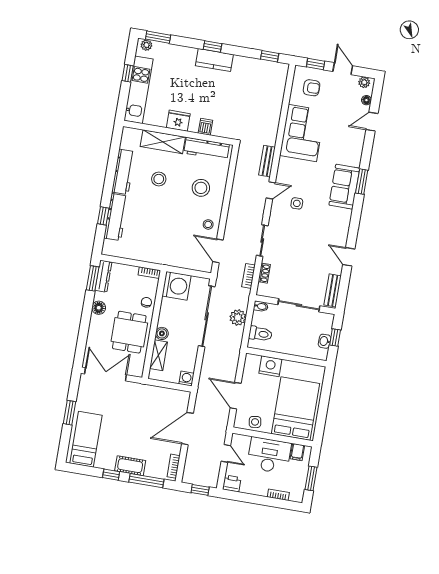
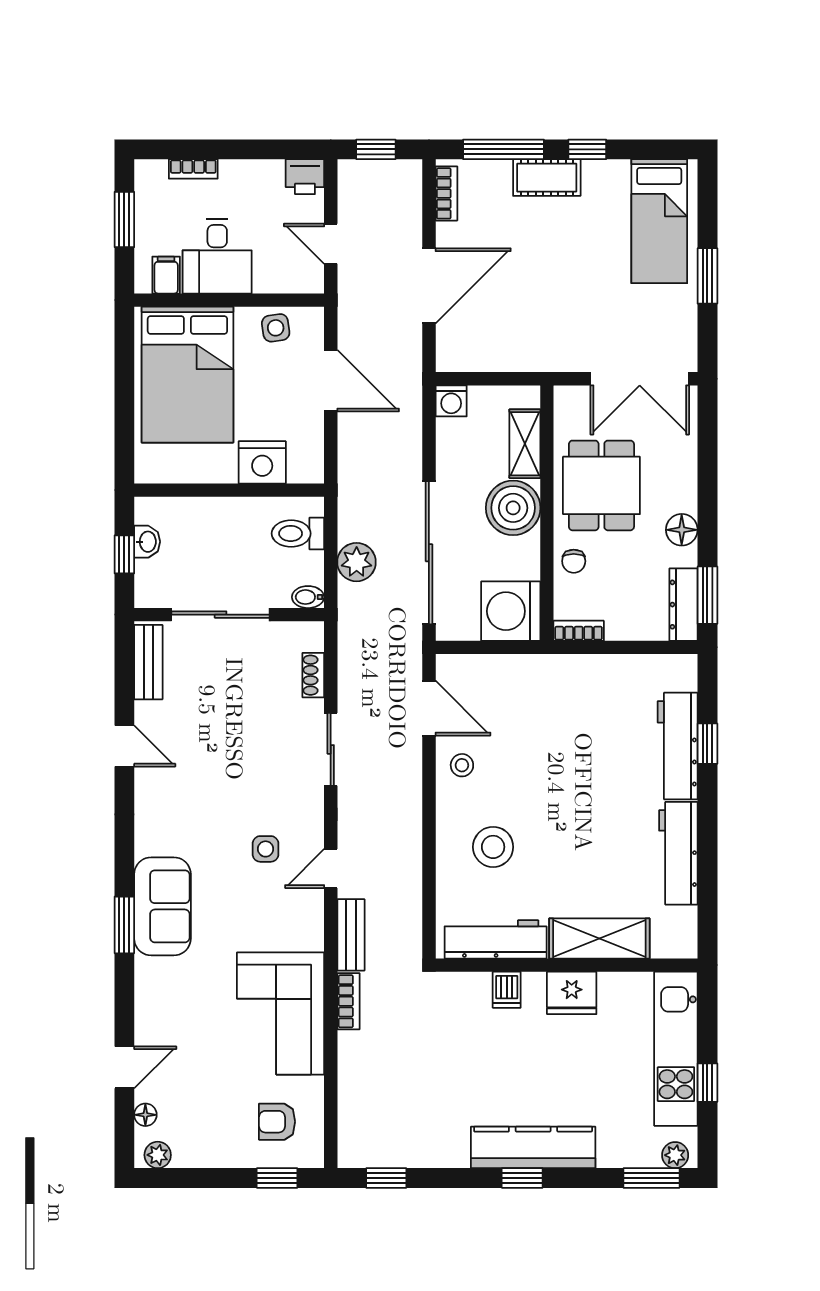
kitchen counter: (214, 60) -> (533, 1147), width x1.50
door: (343, 69) -> (213, 1178), removed
stool: (159, 179) -> (594, 851), removed
bookcase: (248, 276) -> (348, 1001), moved
boiler: (162, 333) -> (513, 508), width x1.86, depth x1.86
desk: (269, 455) -> (217, 256), width x0.73

